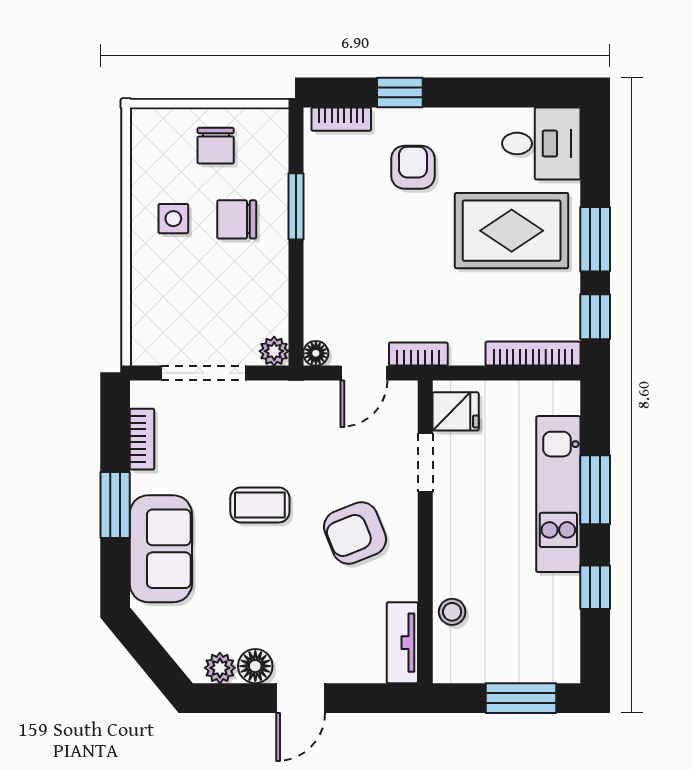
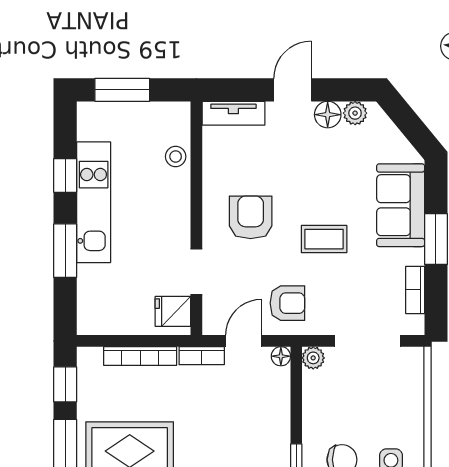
bookcase: (533, 354) -> (140, 356), moved
armchair: (307, 422) -> (287, 303), added
kitchen unit: (558, 494) -> (94, 202), moved
armchair: (355, 533) -> (251, 217), turned -68
tv unit: (402, 643) -> (233, 113), moved, turned 90

